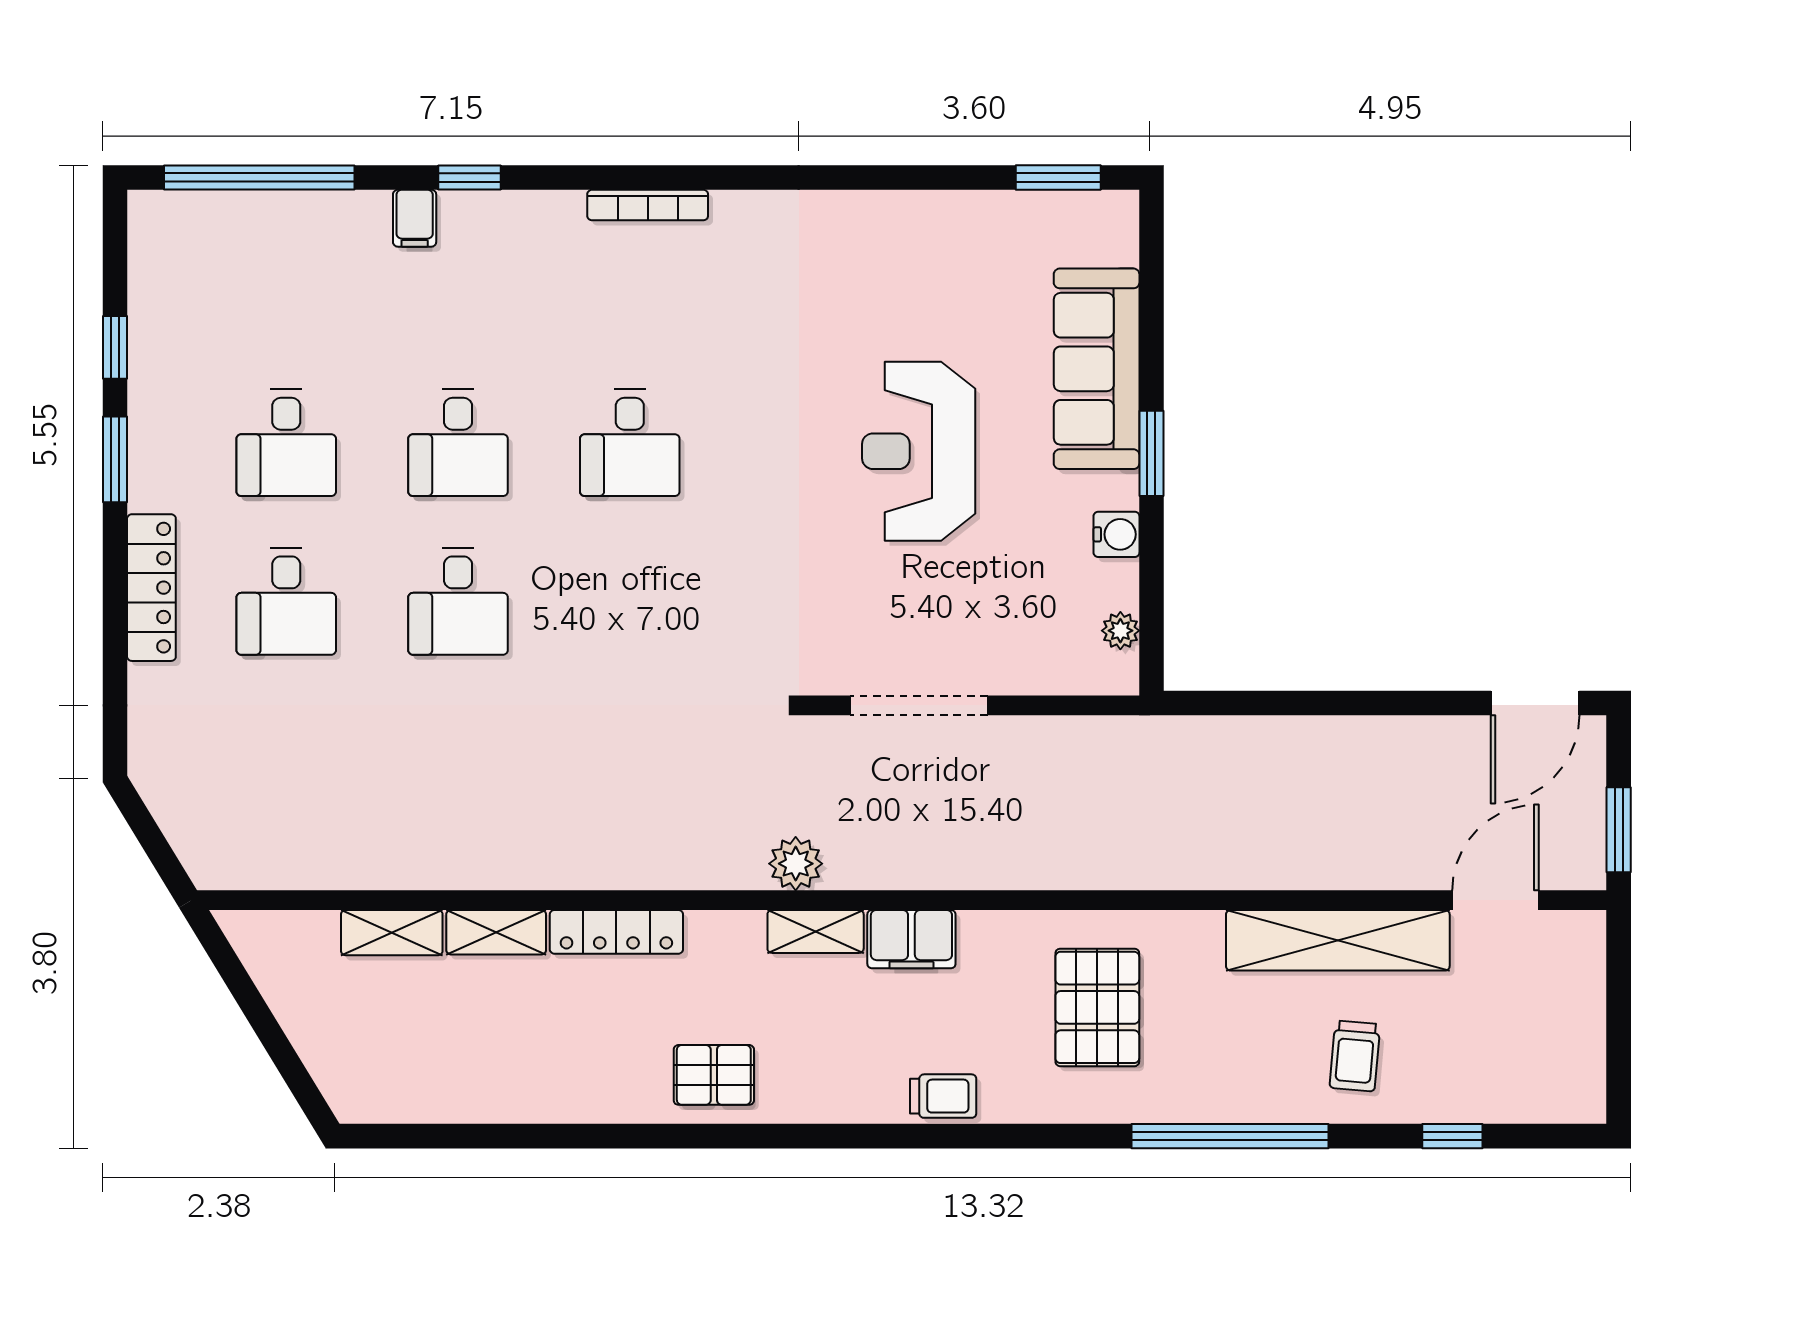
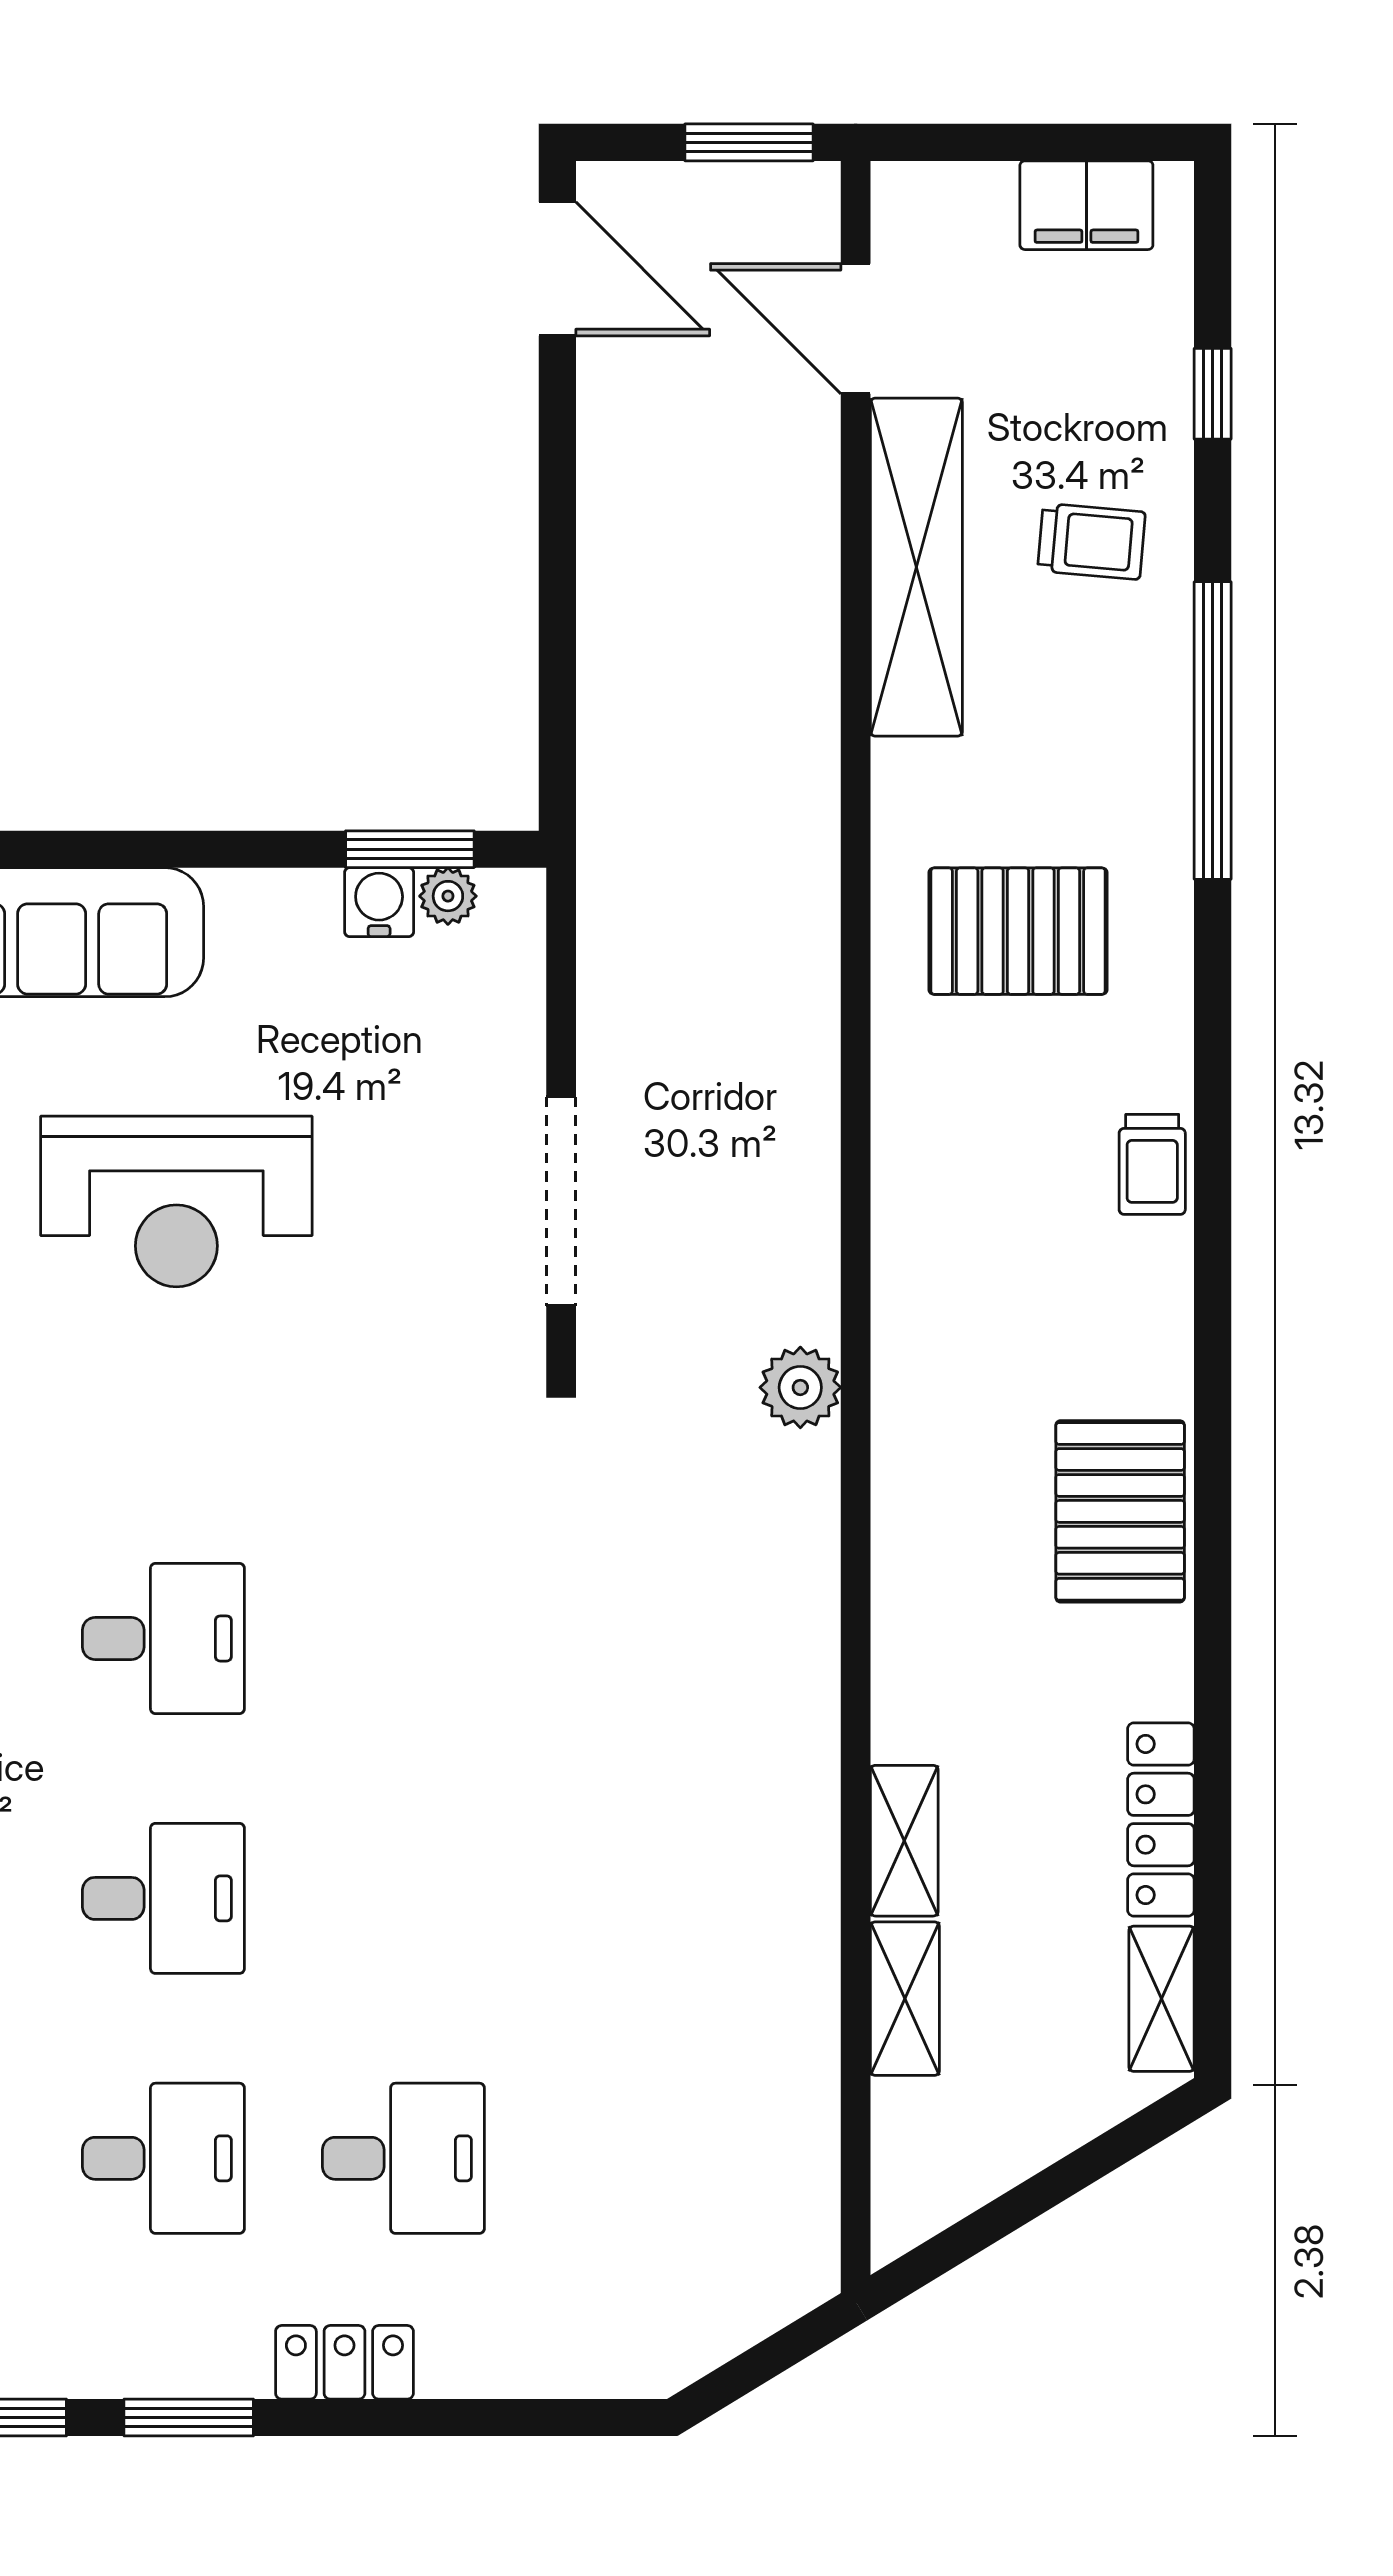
window: (1151, 453) -> (410, 849), moved
water cooler: (1116, 534) -> (379, 902), moved
locker: (151, 588) -> (344, 2362), width x0.66
desk: (458, 601) -> (403, 1898), removed
shelving: (816, 931) -> (1162, 1999), moved
locker: (616, 932) -> (1161, 1819), moved, turned 180
filing cabinet: (911, 939) -> (1086, 205), moved, turned 90
pallet: (714, 1075) -> (1120, 1511), width x1.50, depth x1.42
trolley: (943, 1096) -> (1152, 1164), turned 180

